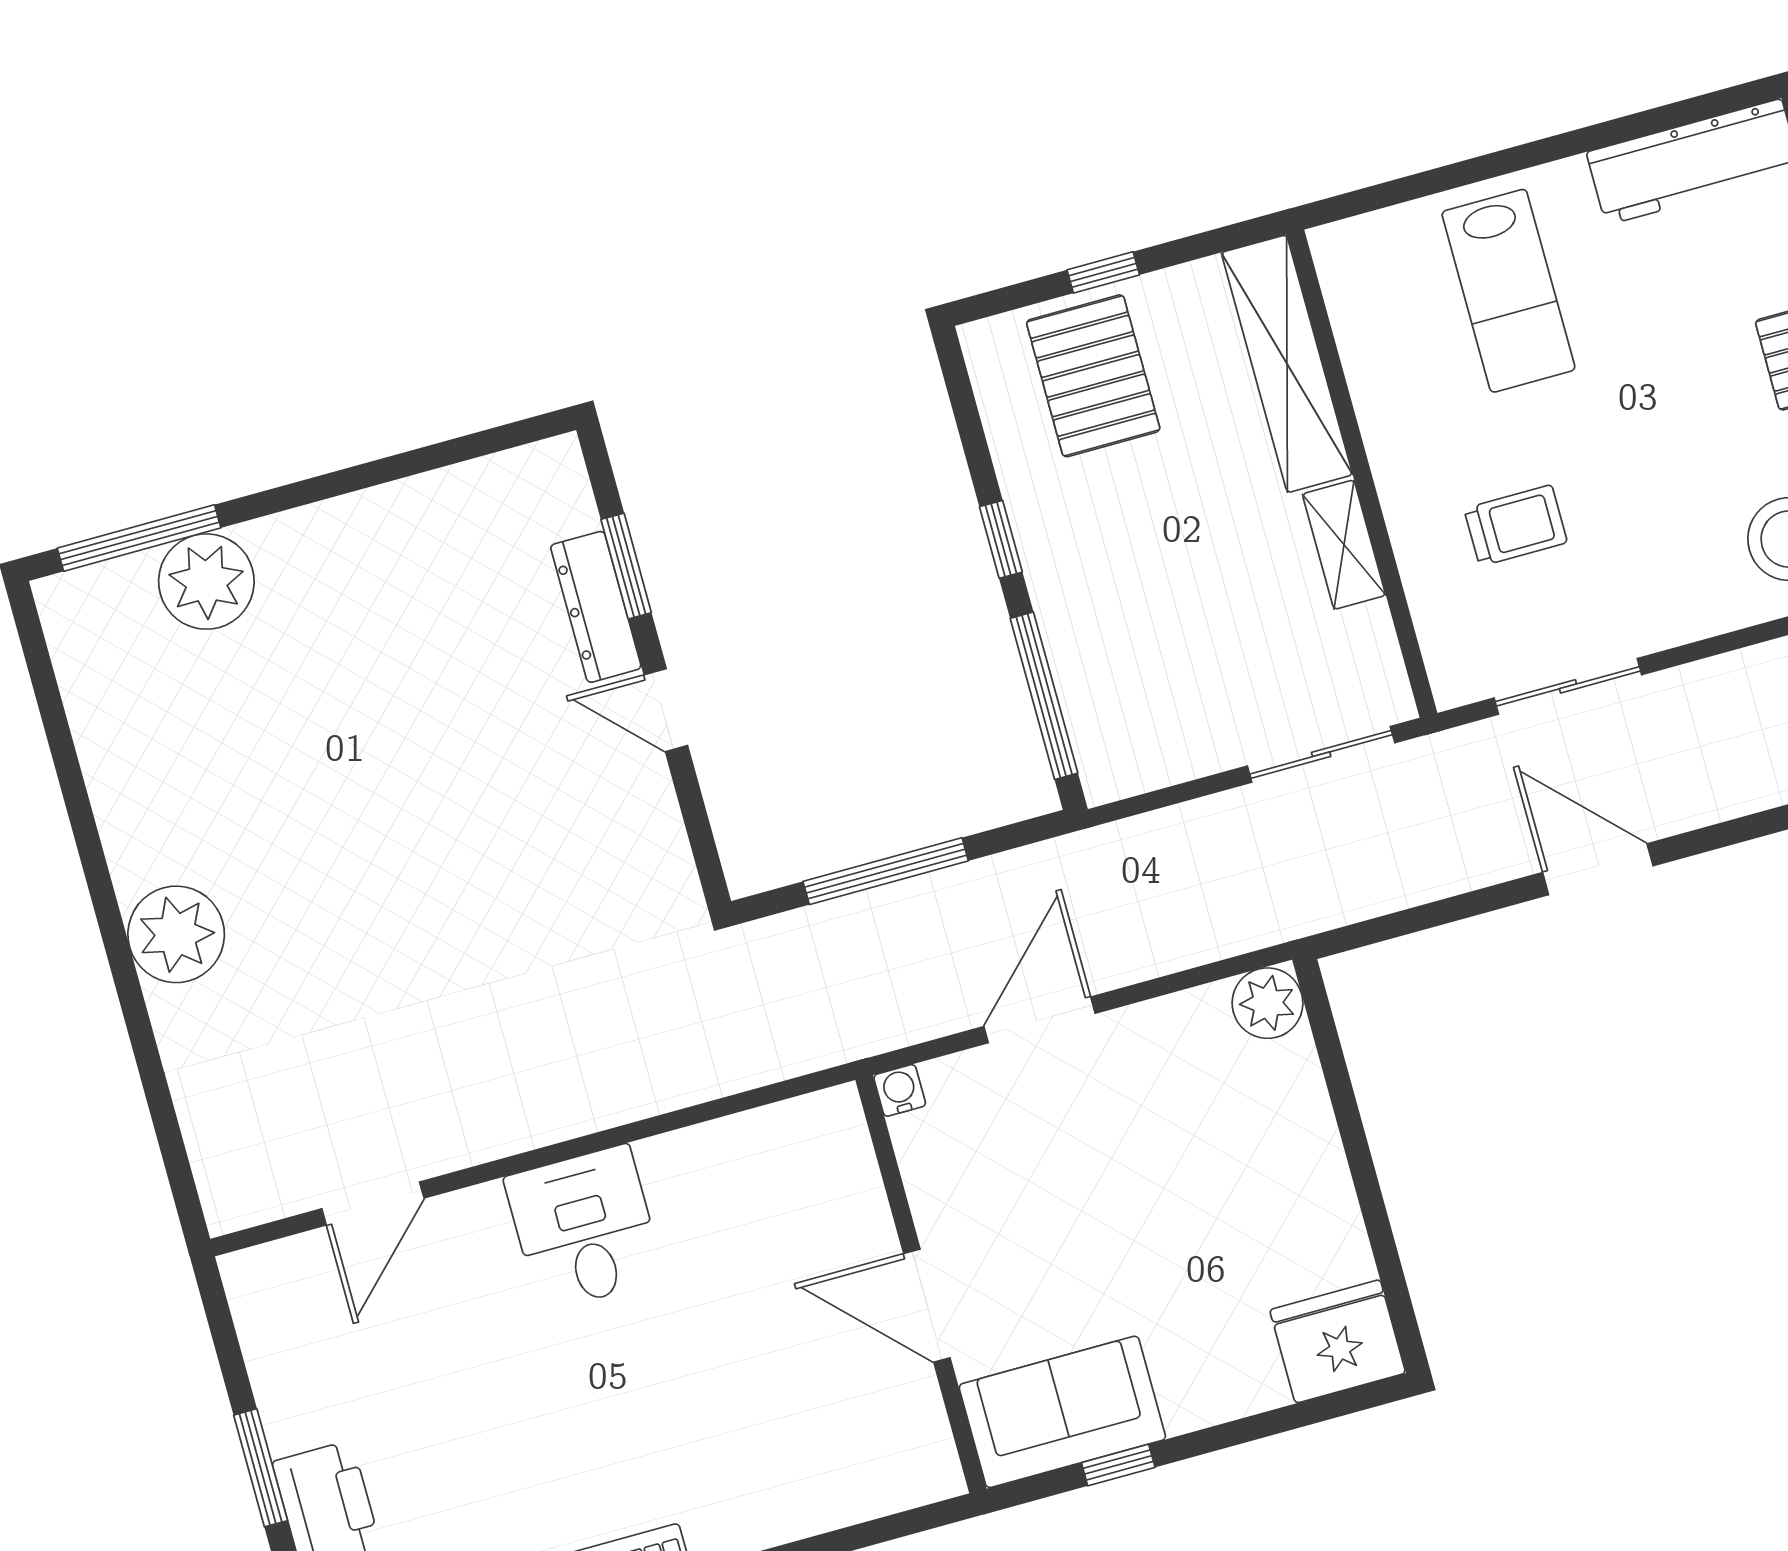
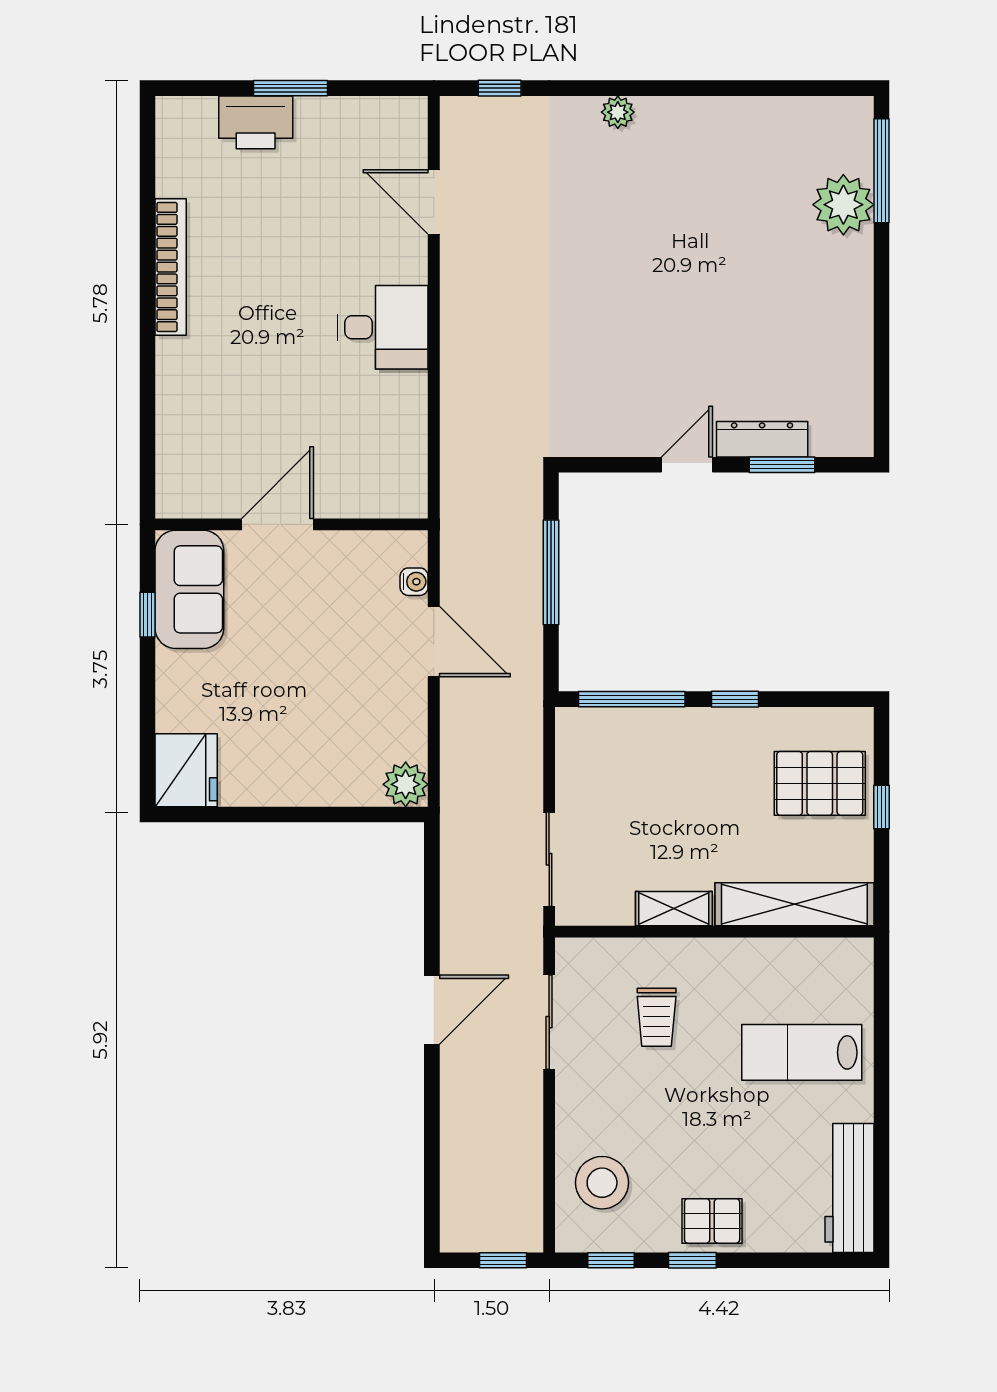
plant: (176, 934) -> (618, 112), width x0.53, depth x0.53
water cooler: (900, 1090) -> (414, 582), moved
window: (173, 1151) -> (500, 88), added

